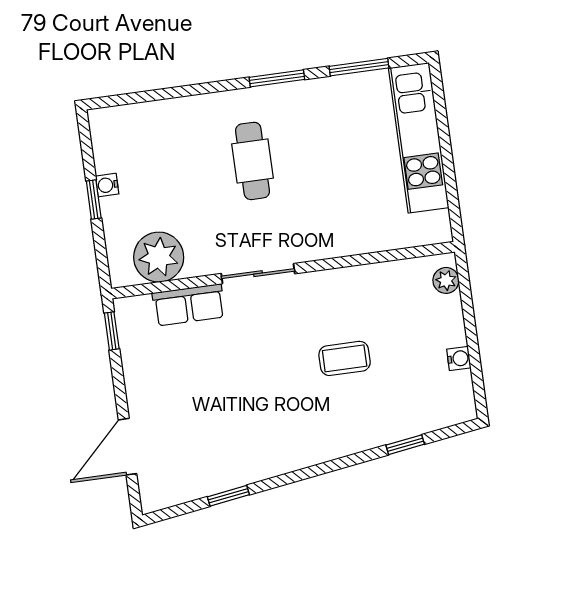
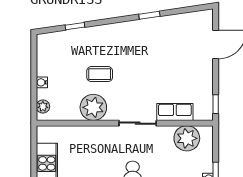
plant: (348, 292) -> (93, 107), added
water cooler: (459, 359) -> (42, 82), moved
window: (228, 496) -> (149, 15), moved

